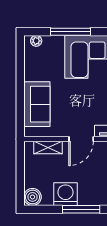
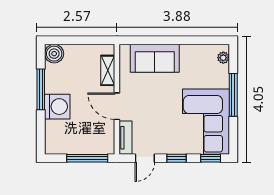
washing machine: (65, 194) -> (57, 107), moved
window: (81, 209) -> (41, 89), moved

